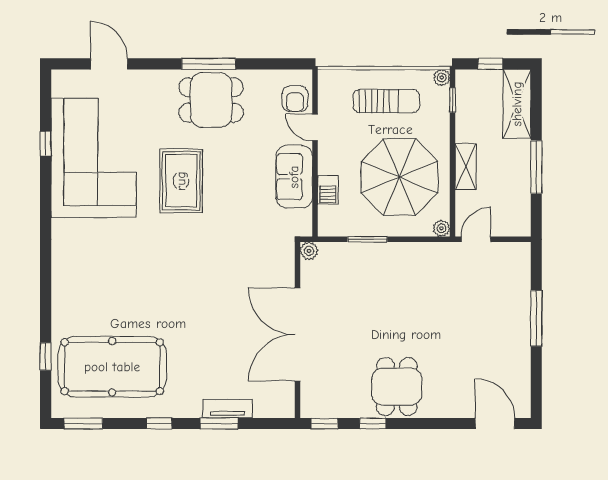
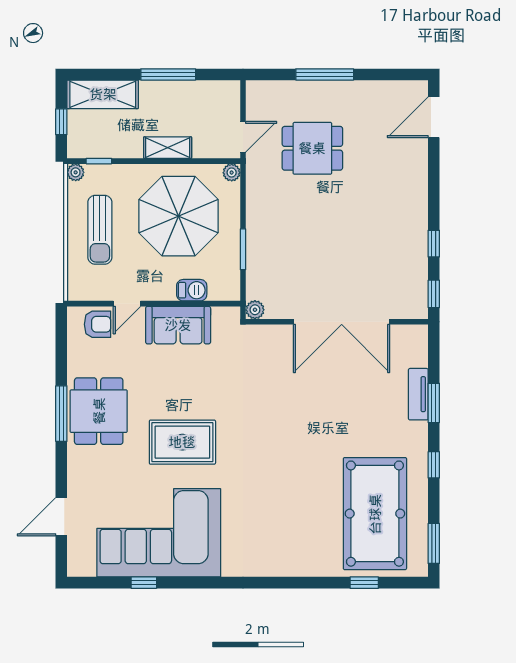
sun lounger: (386, 101) -> (100, 230), turned 180
door: (476, 239) -> (243, 137), swing flipped
dining table: (397, 387) -> (312, 148), moved

